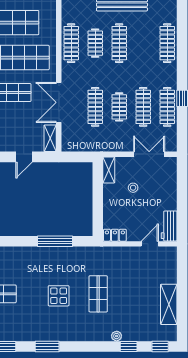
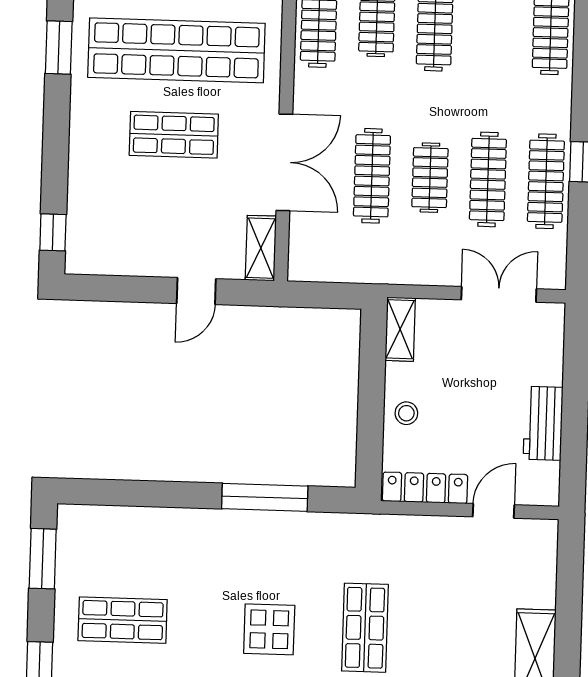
double door: (59, 102) -> (284, 162), swing flipped
stool: (133, 188) -> (406, 413), moved
workbench: (169, 226) -> (543, 423), moved
locker: (115, 235) -> (425, 488), width x1.53

